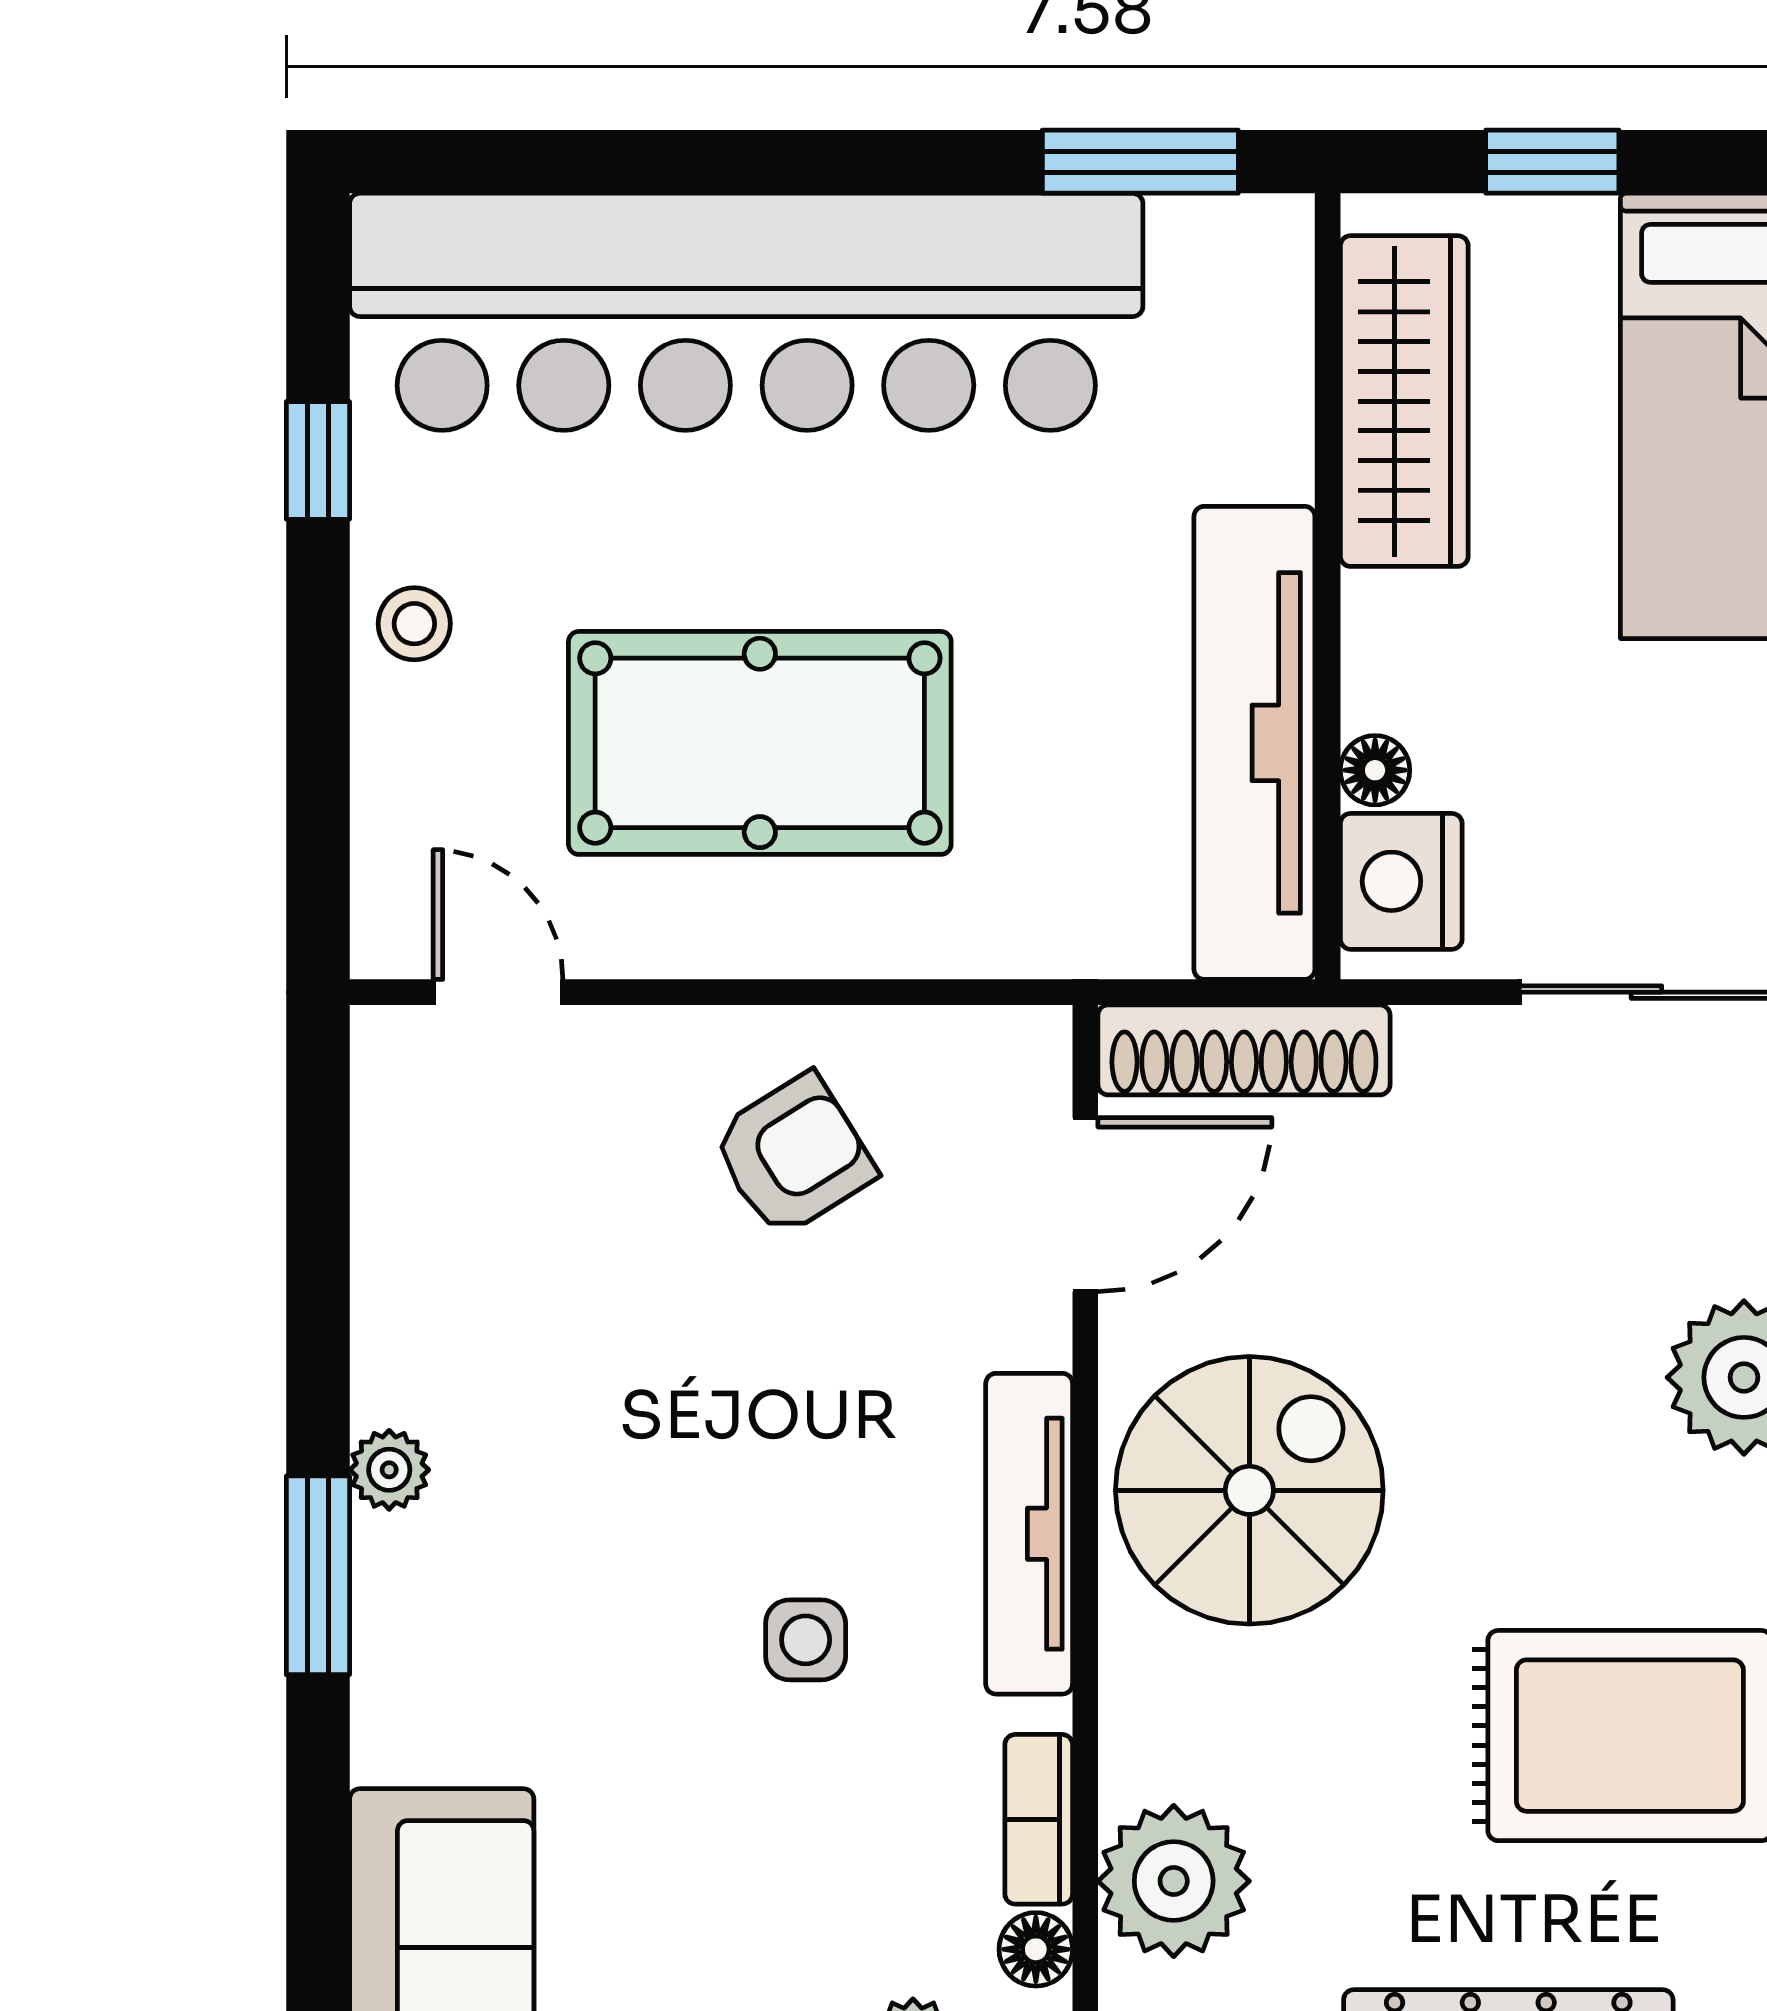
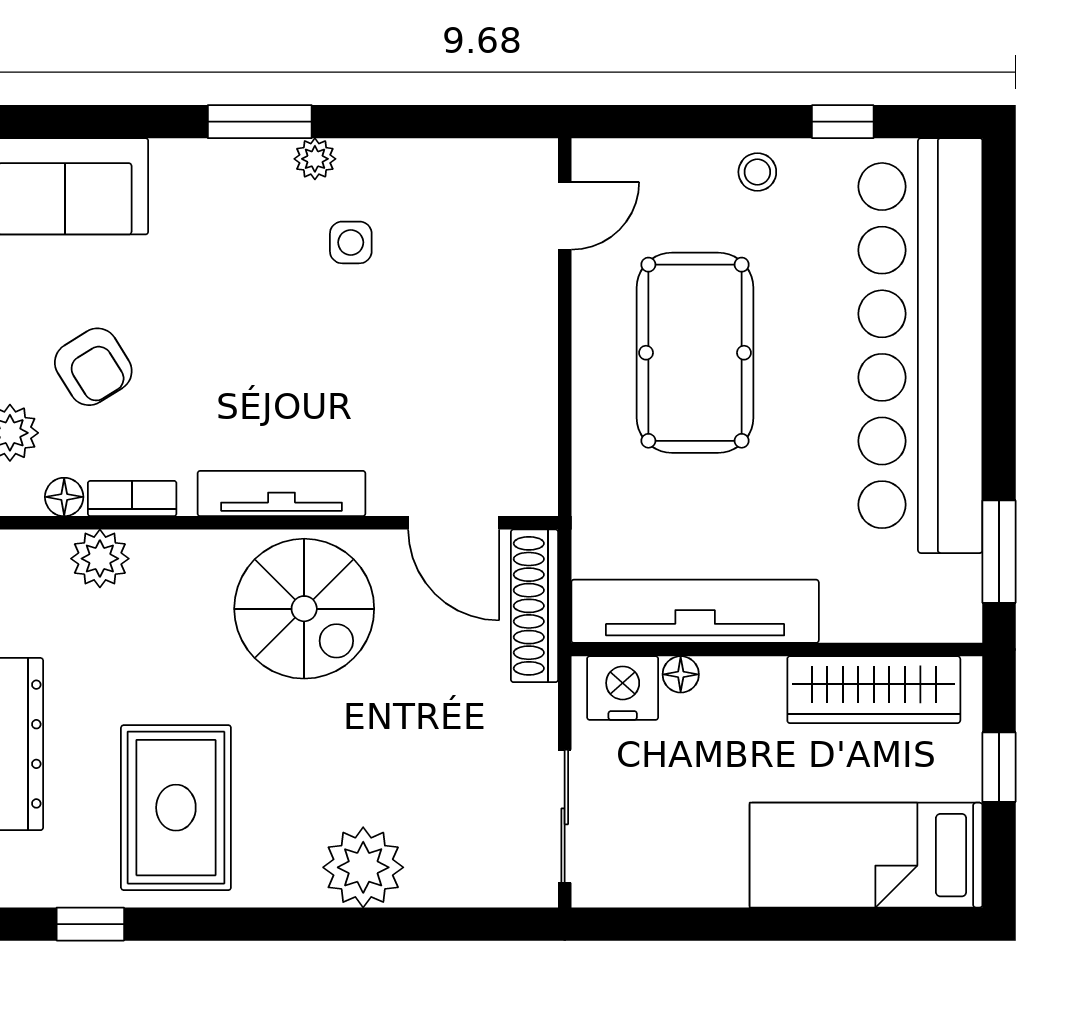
armchair: (793, 1155) -> (93, 367), moved
side table: (806, 1640) -> (351, 242), moved
plant: (1174, 1881) -> (100, 559), width x0.73, depth x0.73

